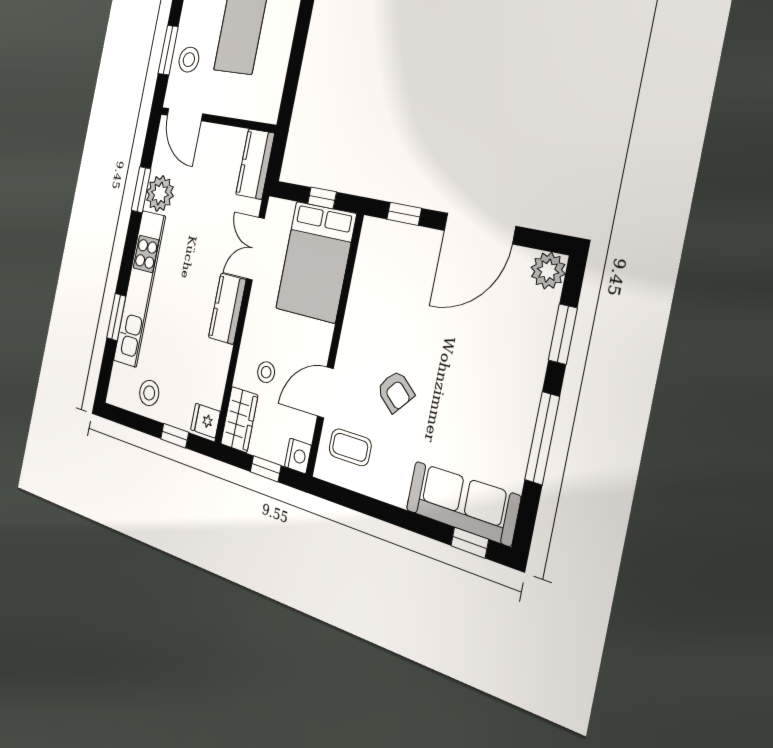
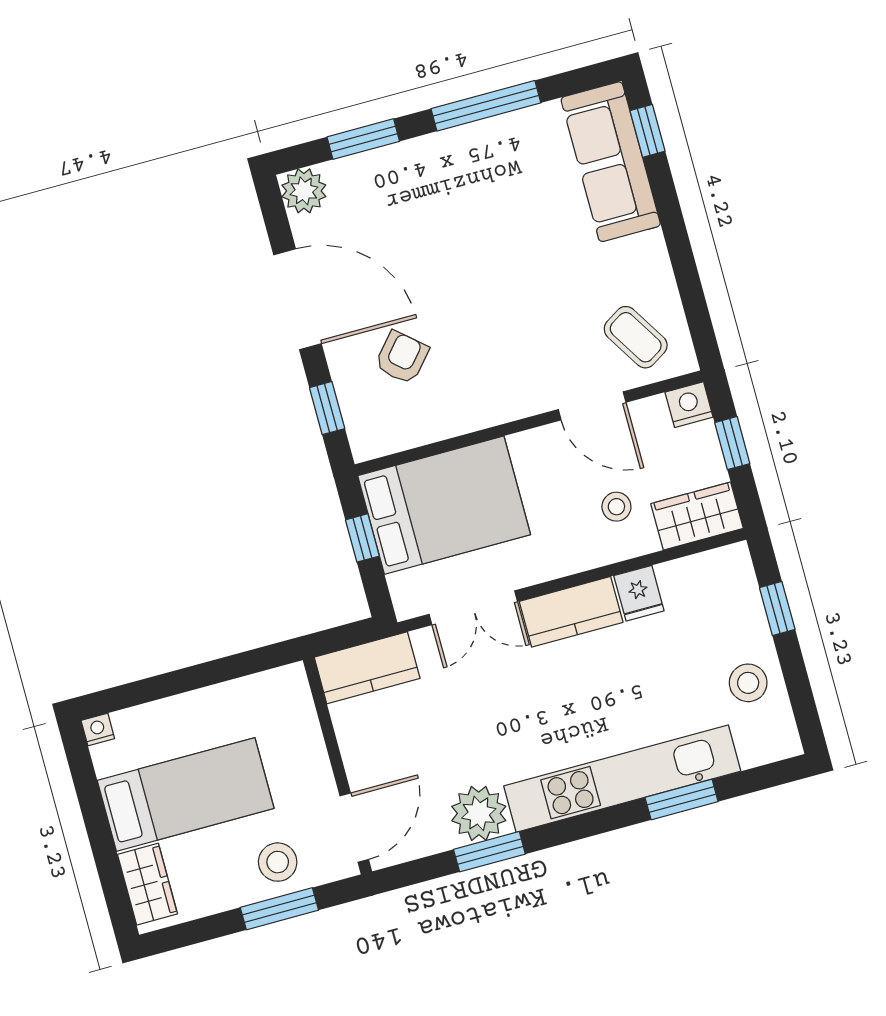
armchair: (396, 391) -> (402, 357), moved
fridge: (205, 421) -> (639, 593), moved
coffee table: (350, 447) -> (636, 337), turned -32

